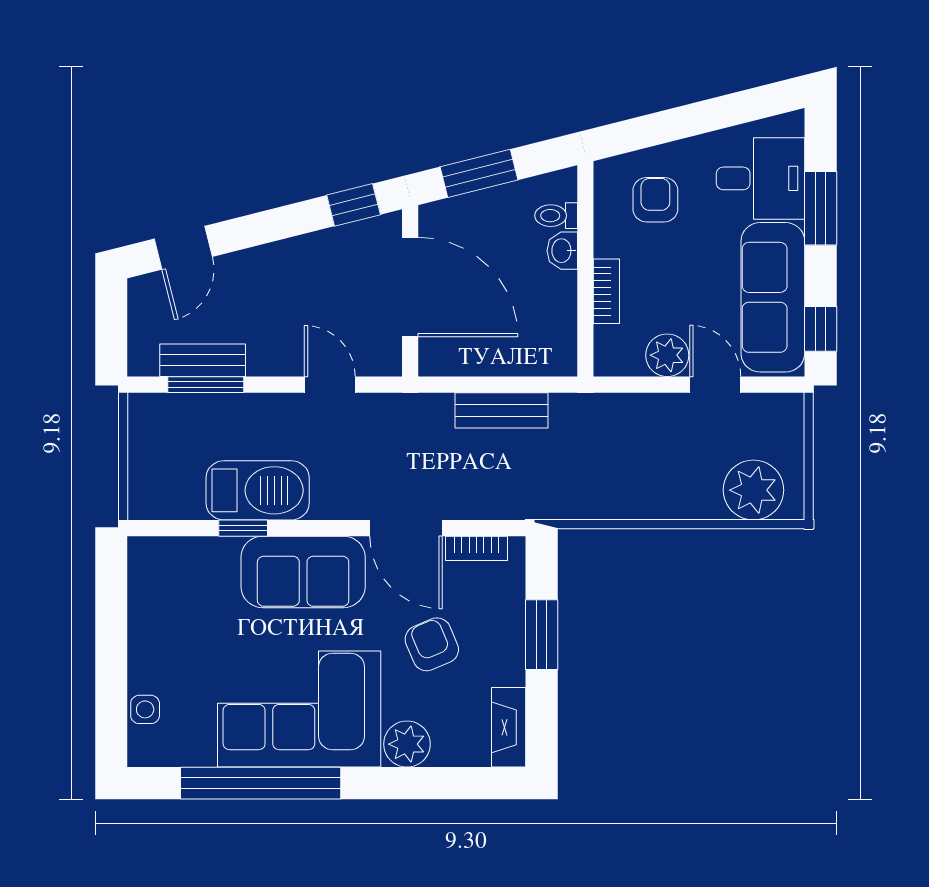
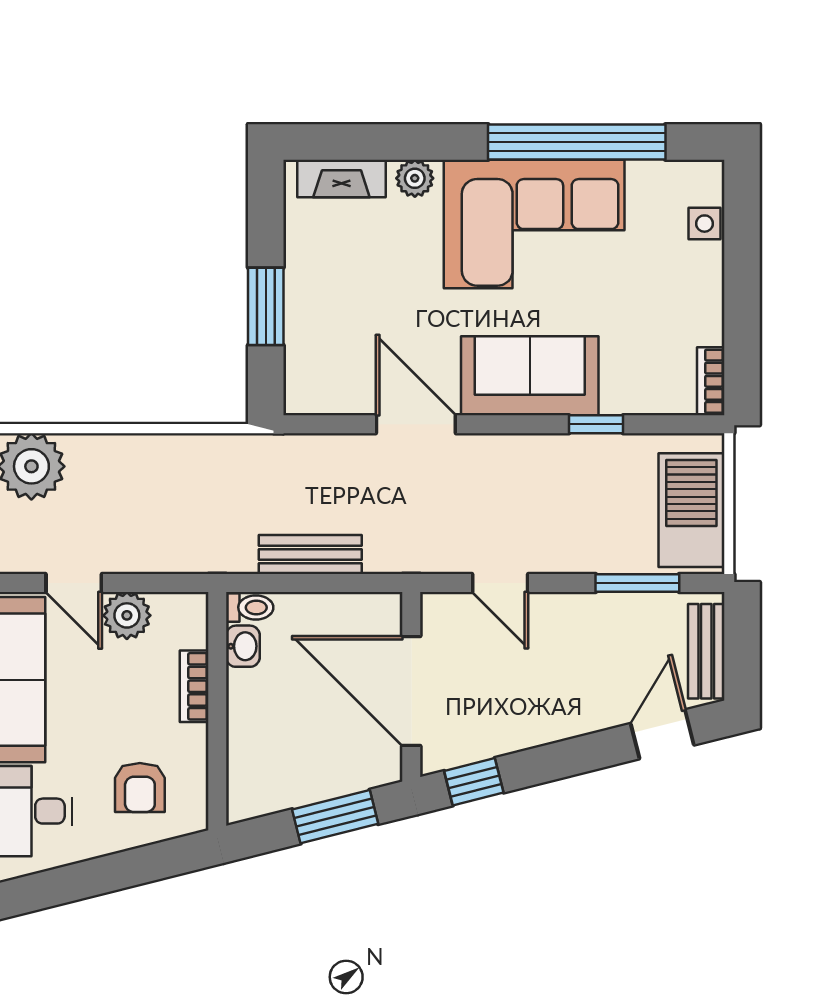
toilet: (556, 216) -> (250, 607), moved
washbasin: (562, 251) -> (243, 646), moved
bench: (203, 360) -> (706, 651), moved, turned 90
barbecue: (258, 490) -> (691, 510), moved, turned 90
bookcase: (476, 548) -> (711, 381), moved, turned -90
armchair: (432, 644) -> (387, 296), removed
fireplace: (509, 727) -> (341, 178), moved, turned 90
plant: (407, 744) -> (415, 178), width x0.73, depth x0.73

